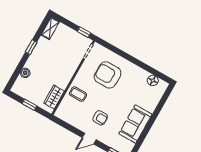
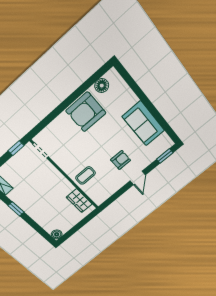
boiler: (25, 73) -> (57, 234), moved
armchair: (108, 75) -> (86, 112), moved
window: (29, 105) -> (78, 226), removed

